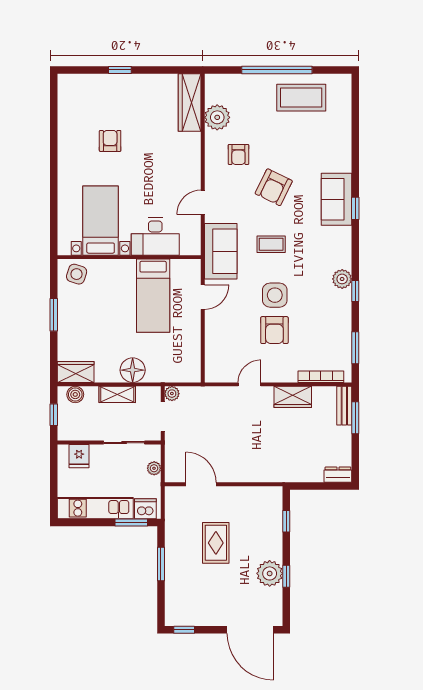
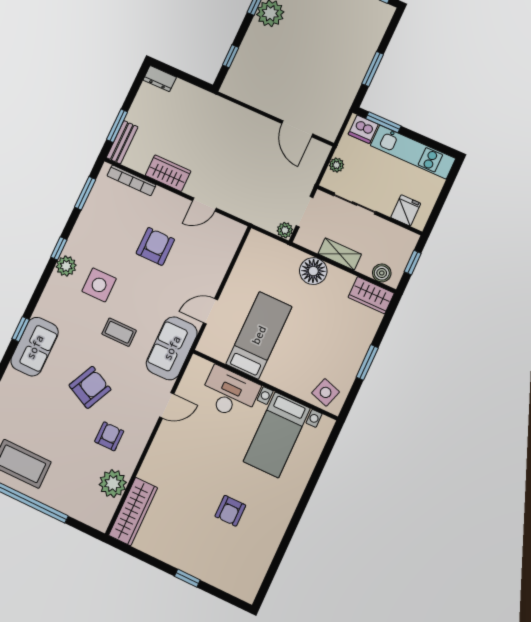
side table: (275, 295) -> (99, 285), moved
rug: (216, 543) -> (309, 66), removed

